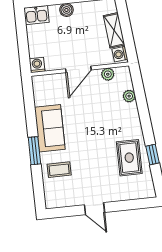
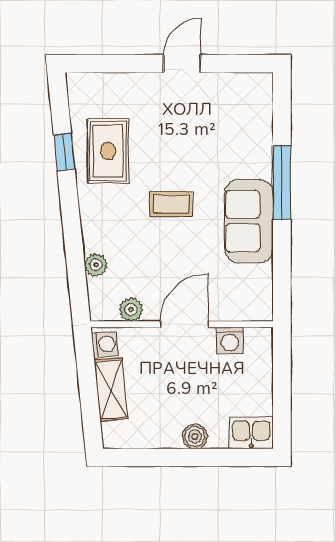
washing machine: (37, 65) -> (230, 340), moved
window: (34, 151) -> (282, 183), width x1.44
coffee table: (59, 170) -> (171, 204), moved
door: (95, 209) -> (182, 64), hinge flipped

